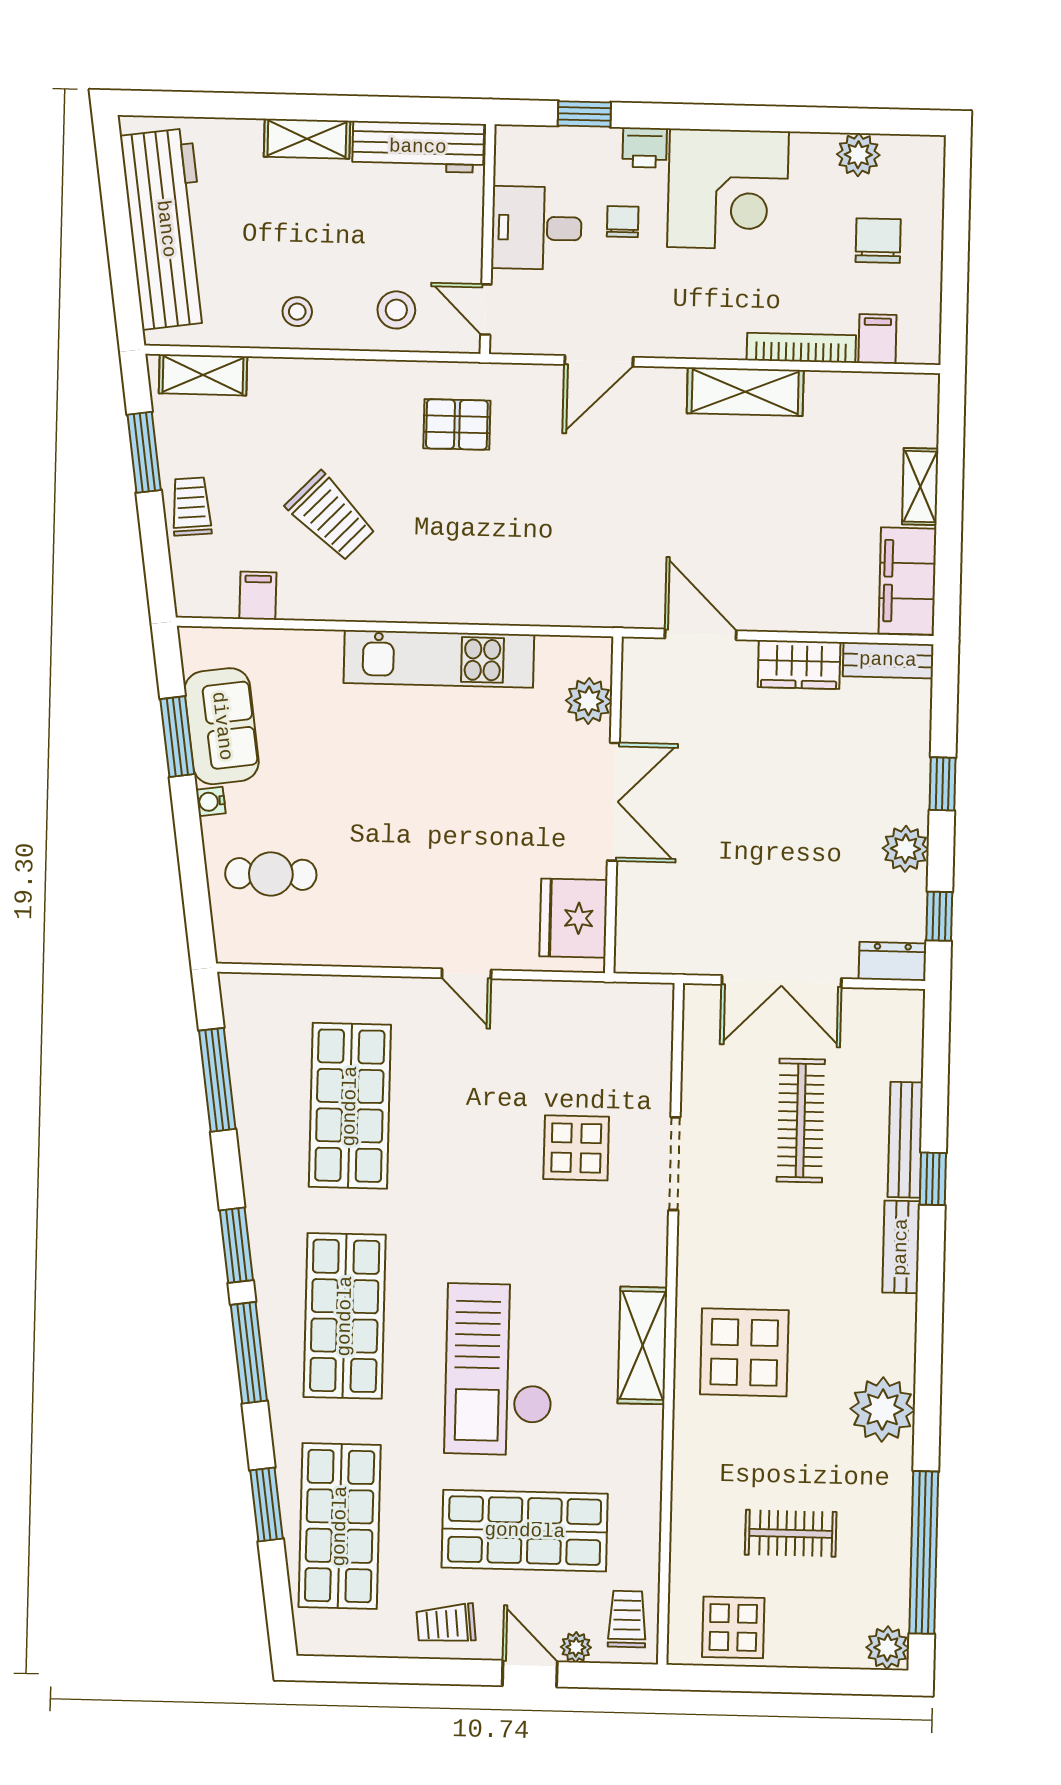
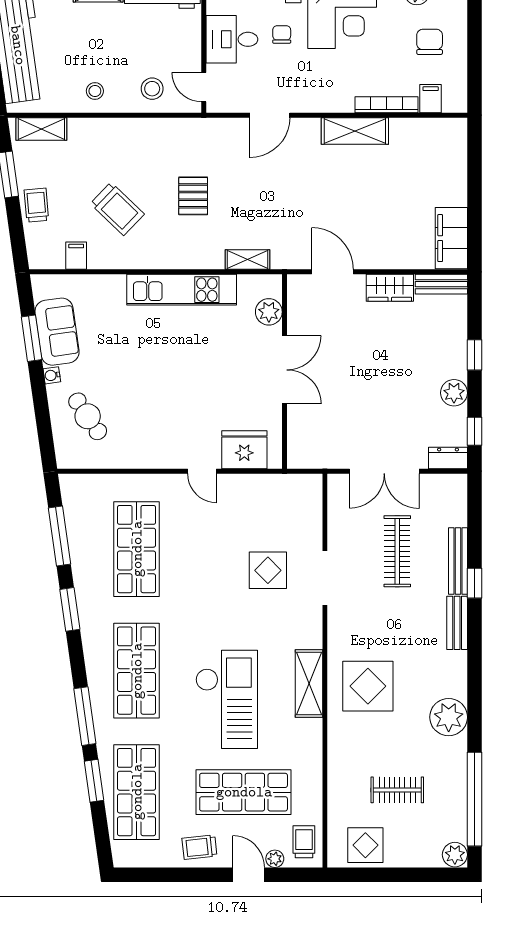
pallet: (457, 424) -> (193, 196), moved, turned 90
shelving: (920, 487) -> (248, 260), moved, turned 90
cafe table: (271, 874) -> (88, 416), turned 56
fridge: (573, 918) -> (244, 450), moved, turned 90
window: (236, 1245) -> (70, 609), moved
window: (249, 1353) -> (85, 716), moved
checkout: (499, 1369) -> (227, 699), turned 180

